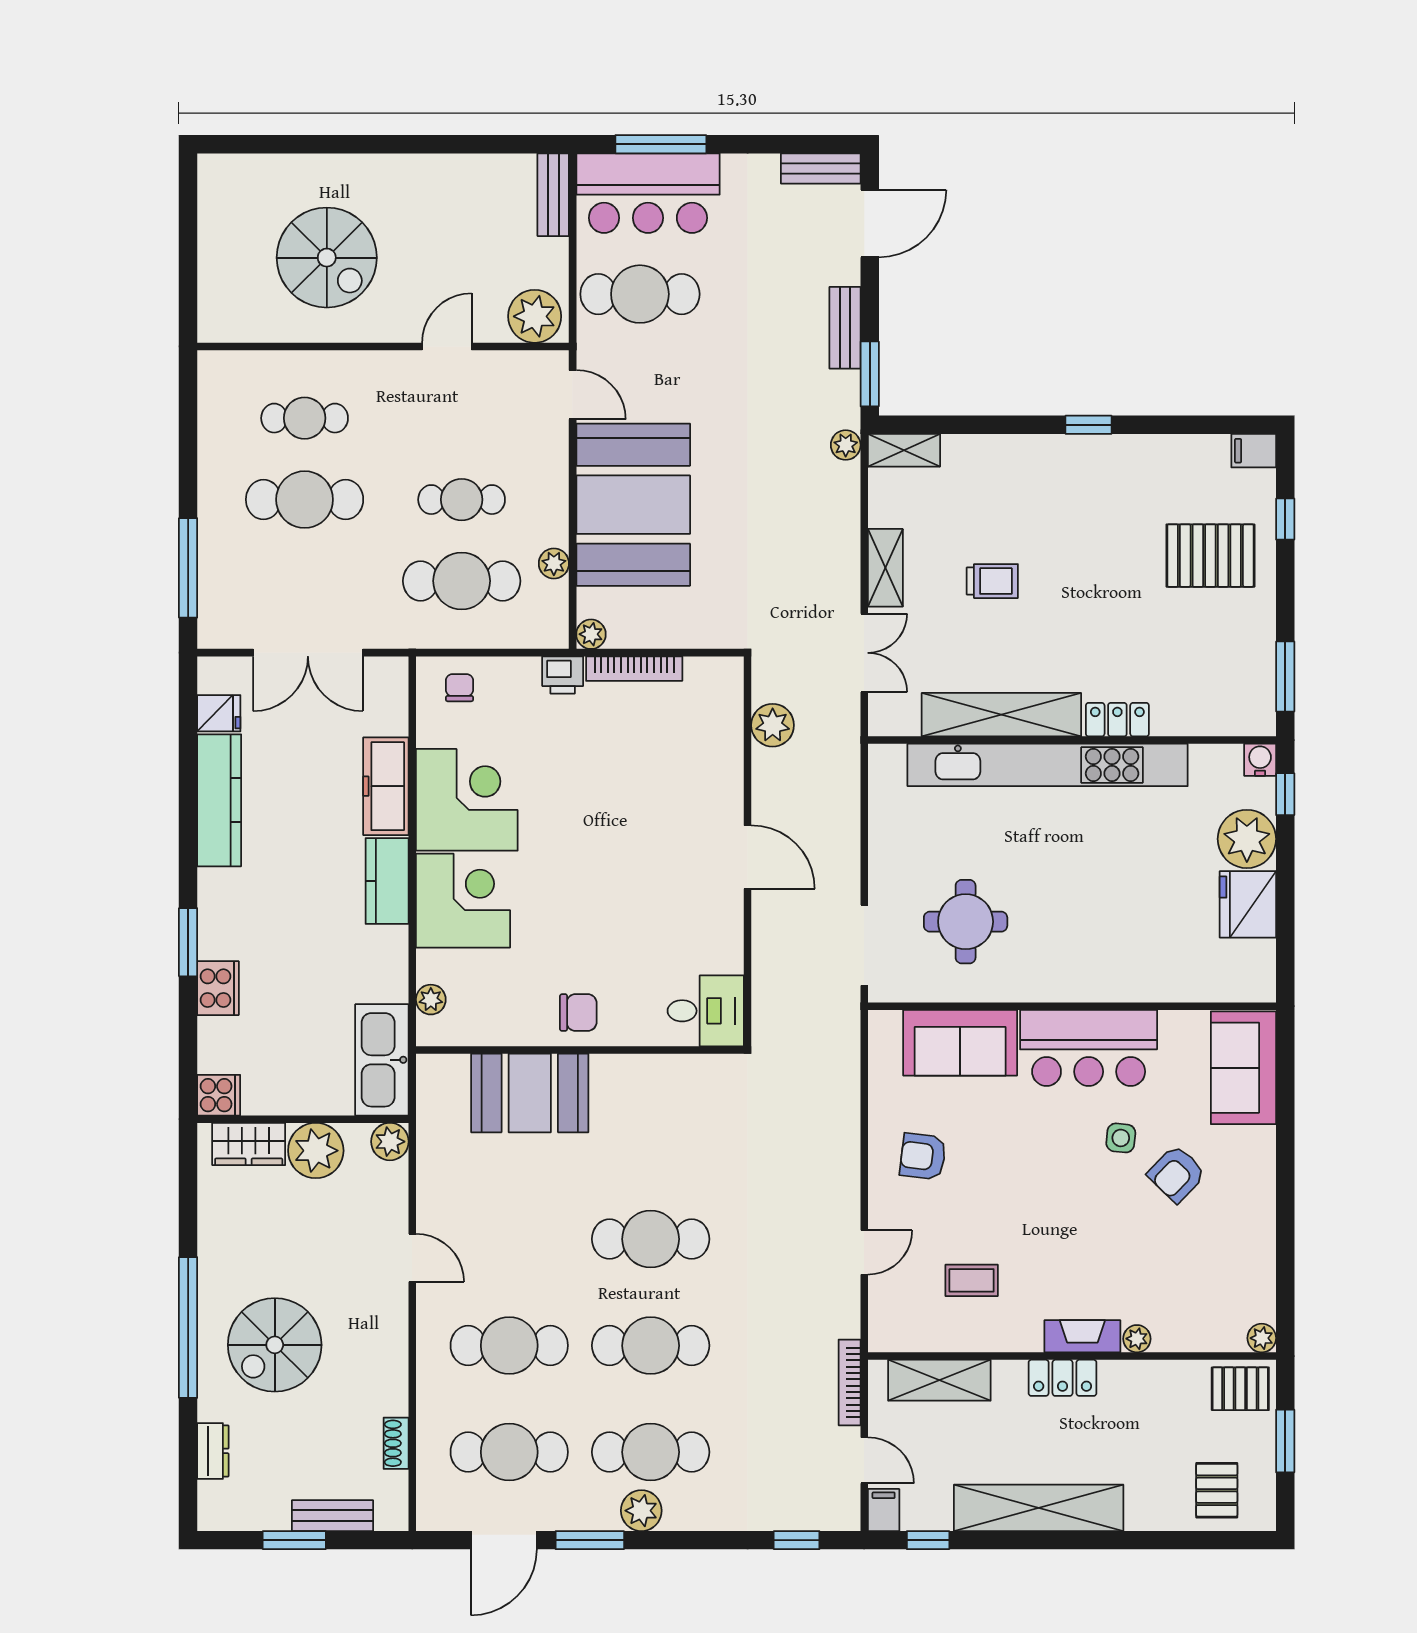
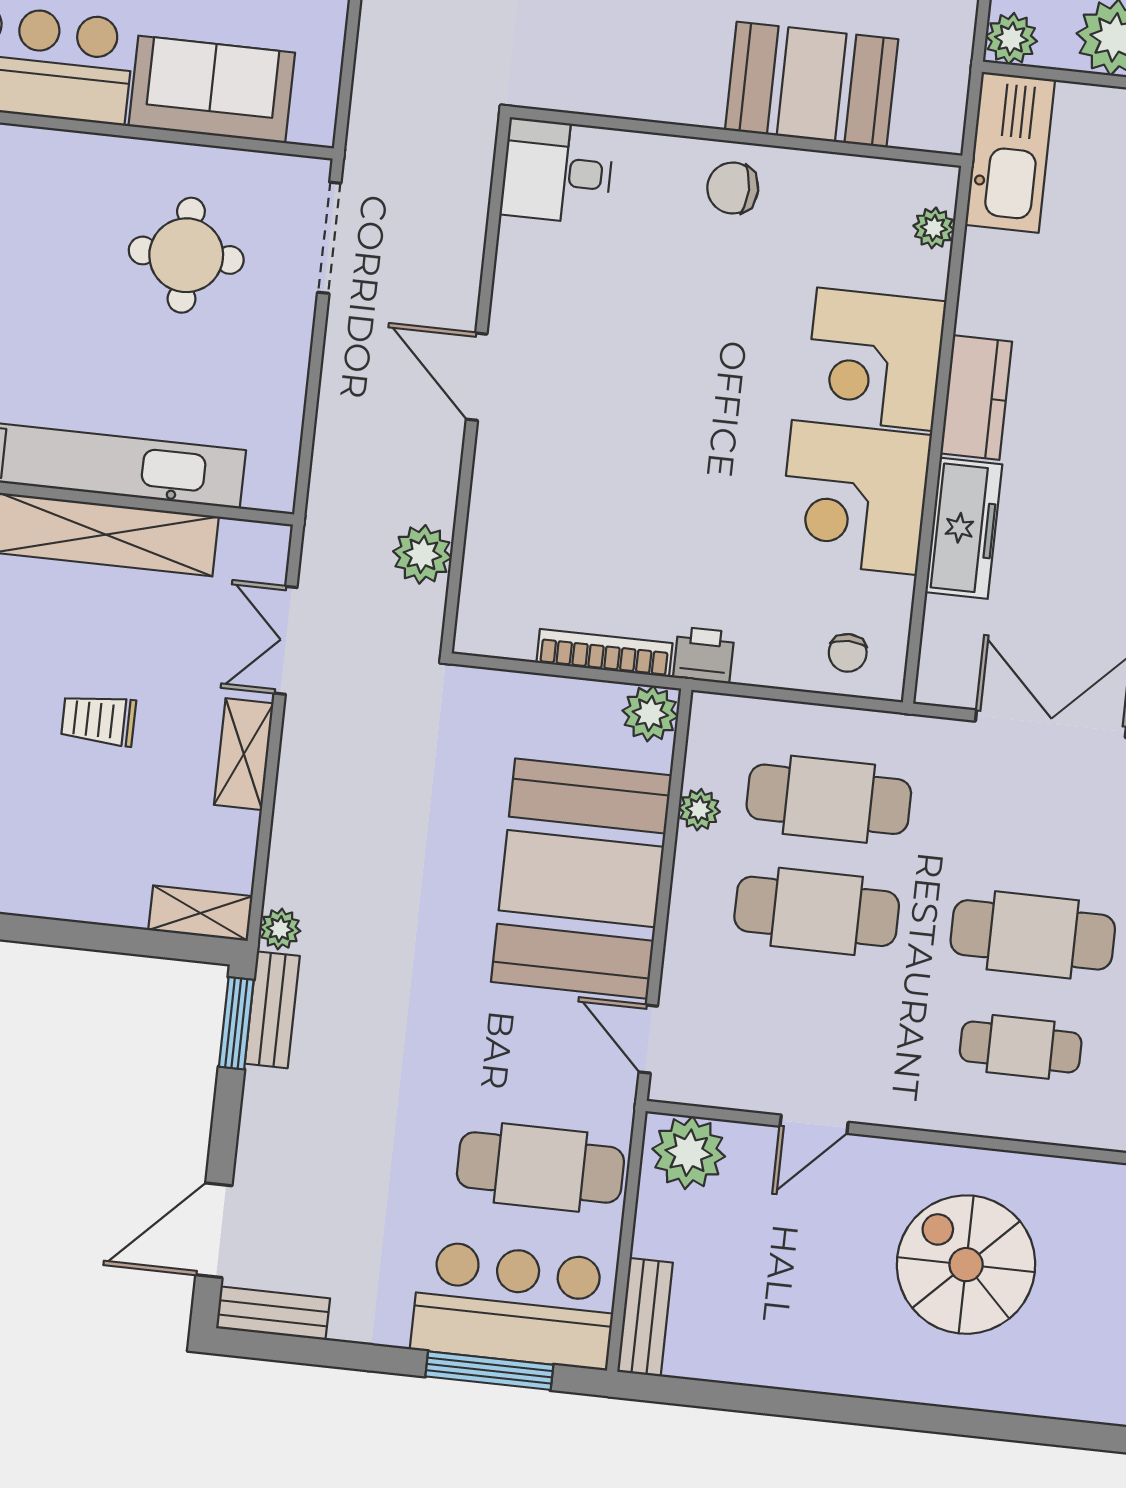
bench: (845, 328) -> (272, 1010), moved
cafe table: (462, 500) -> (817, 911), width x1.37, depth x1.35
plant: (591, 634) -> (650, 713), width x1.38, depth x1.38

